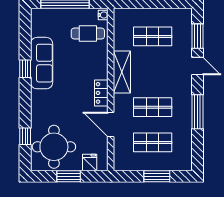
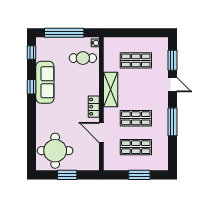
window: (25, 136) -> (32, 53), moved
fridge: (90, 163) -> (84, 164), removed

